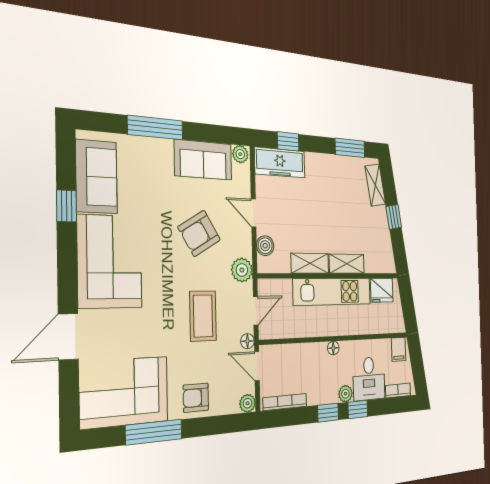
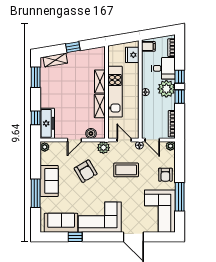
sofa: (203, 160) -> (49, 181), moved
fridge: (382, 290) -> (132, 55), moved, turned 180
door: (257, 366) -> (152, 140), hinge flipped
plant: (345, 394) -> (166, 89), width x1.87, depth x1.87

